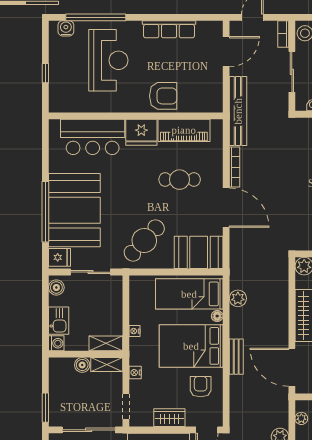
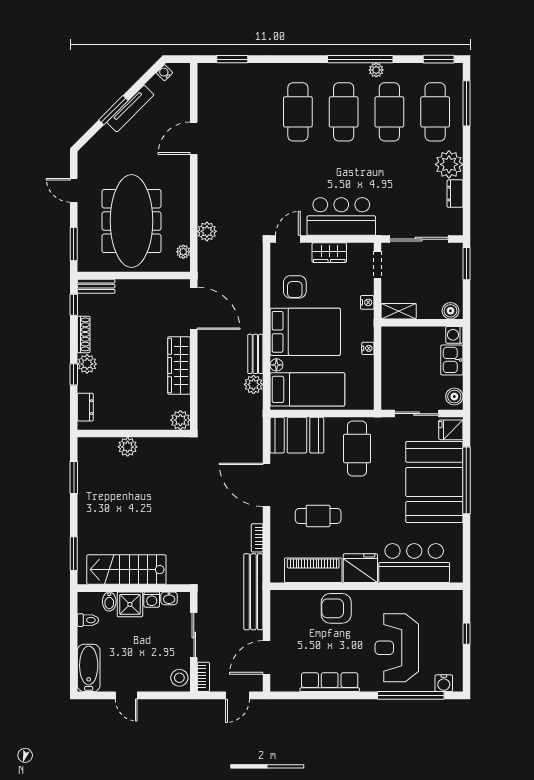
bookcase: (235, 167) -> (257, 538), width x0.64
cafe table: (144, 240) -> (357, 448), turned -43
shelving: (106, 343) -> (400, 335), removed
bench: (236, 357) -> (255, 354), moved
boiler: (82, 365) -> (450, 311), moved

